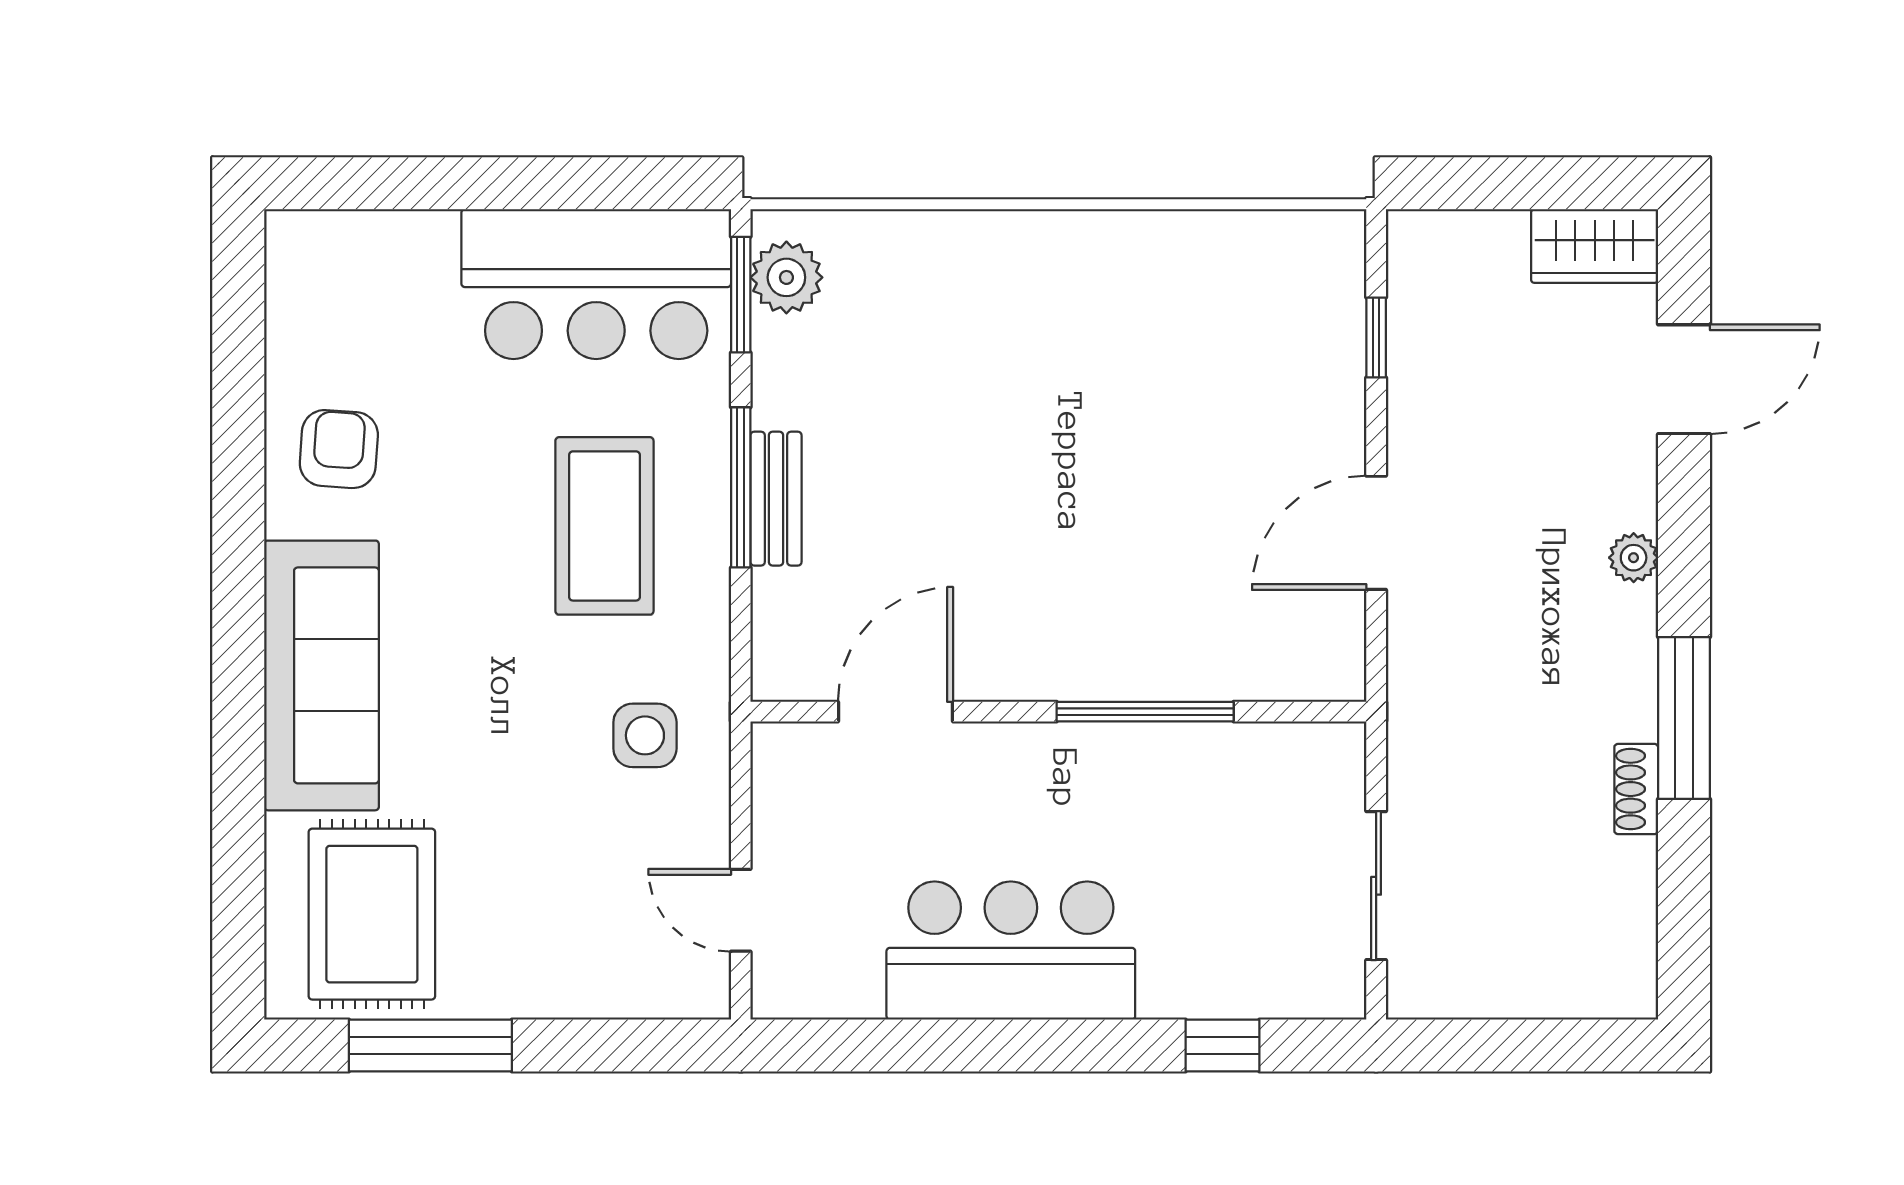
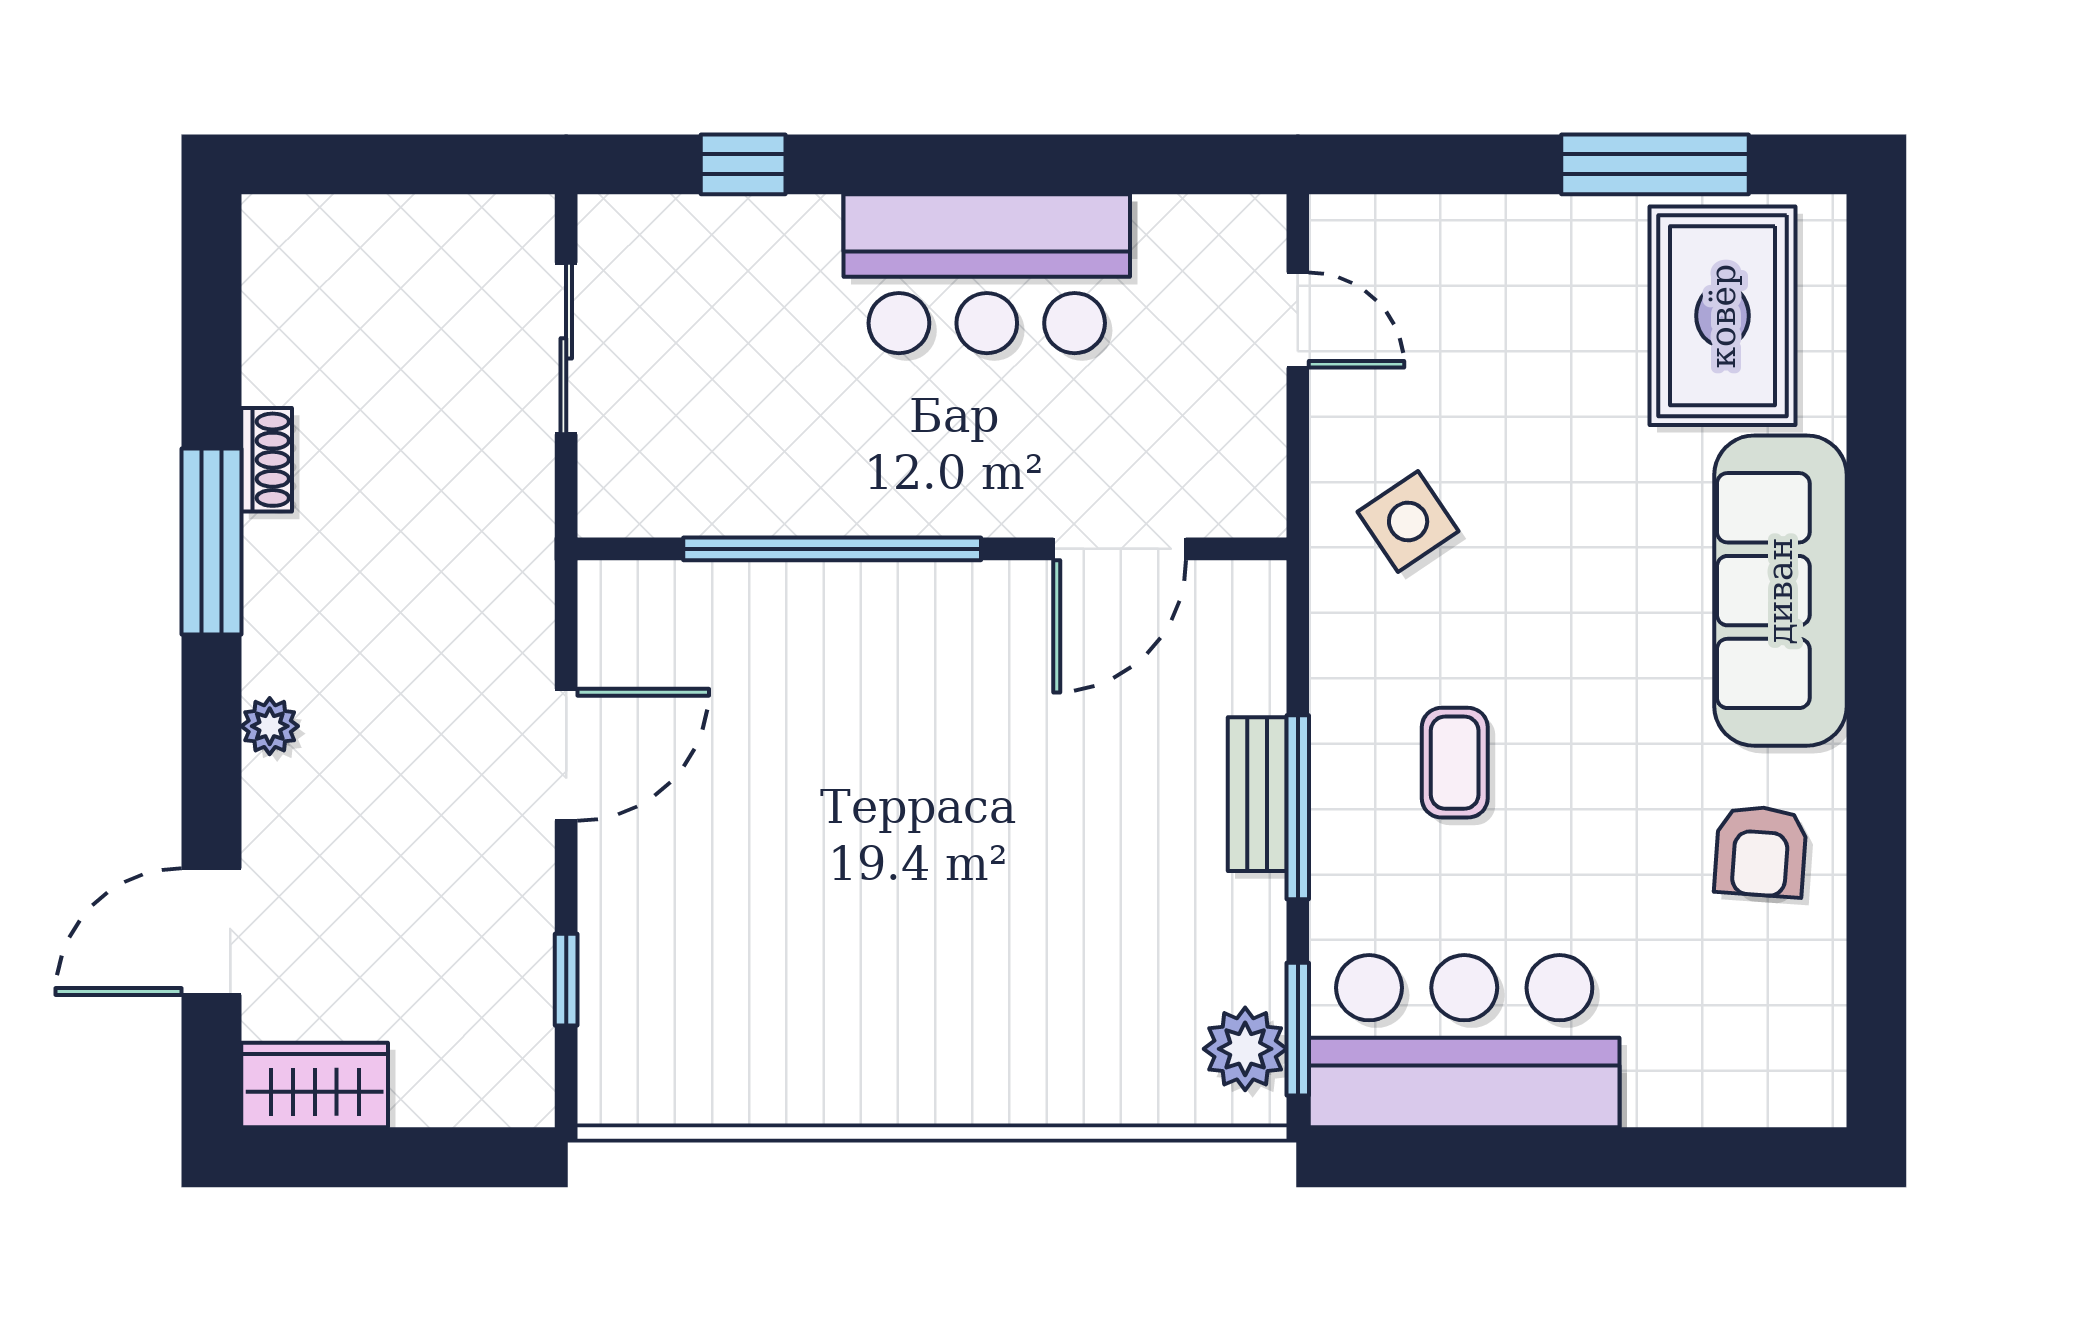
coffee table: (604, 526) -> (1455, 763), width x0.54, depth x0.58
window: (1145, 712) -> (832, 549), width x1.46
side table: (645, 735) -> (1408, 521), turned -34

